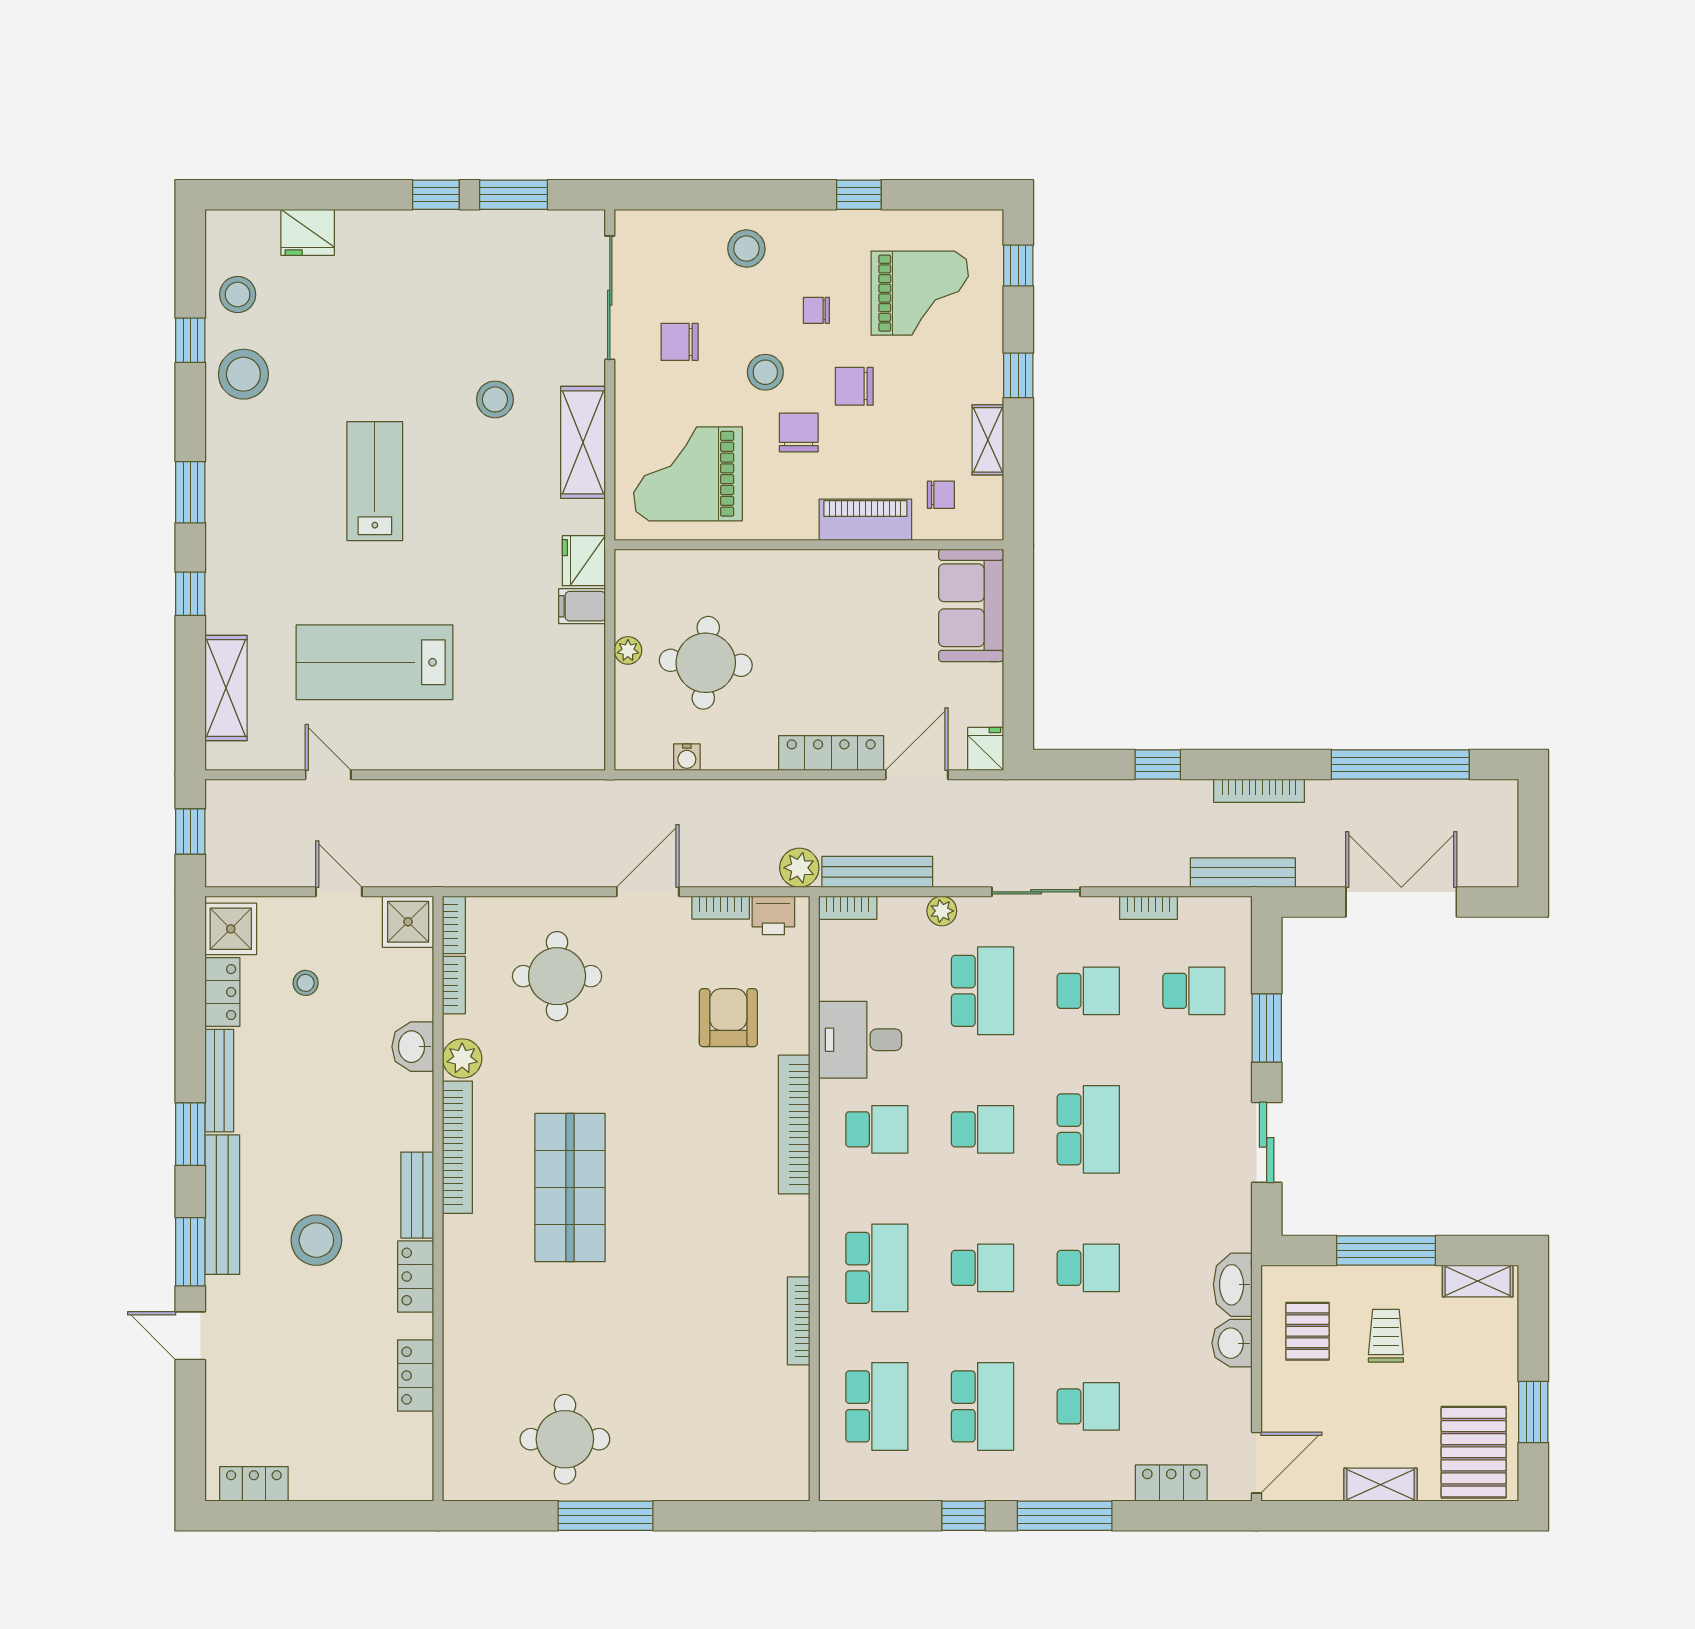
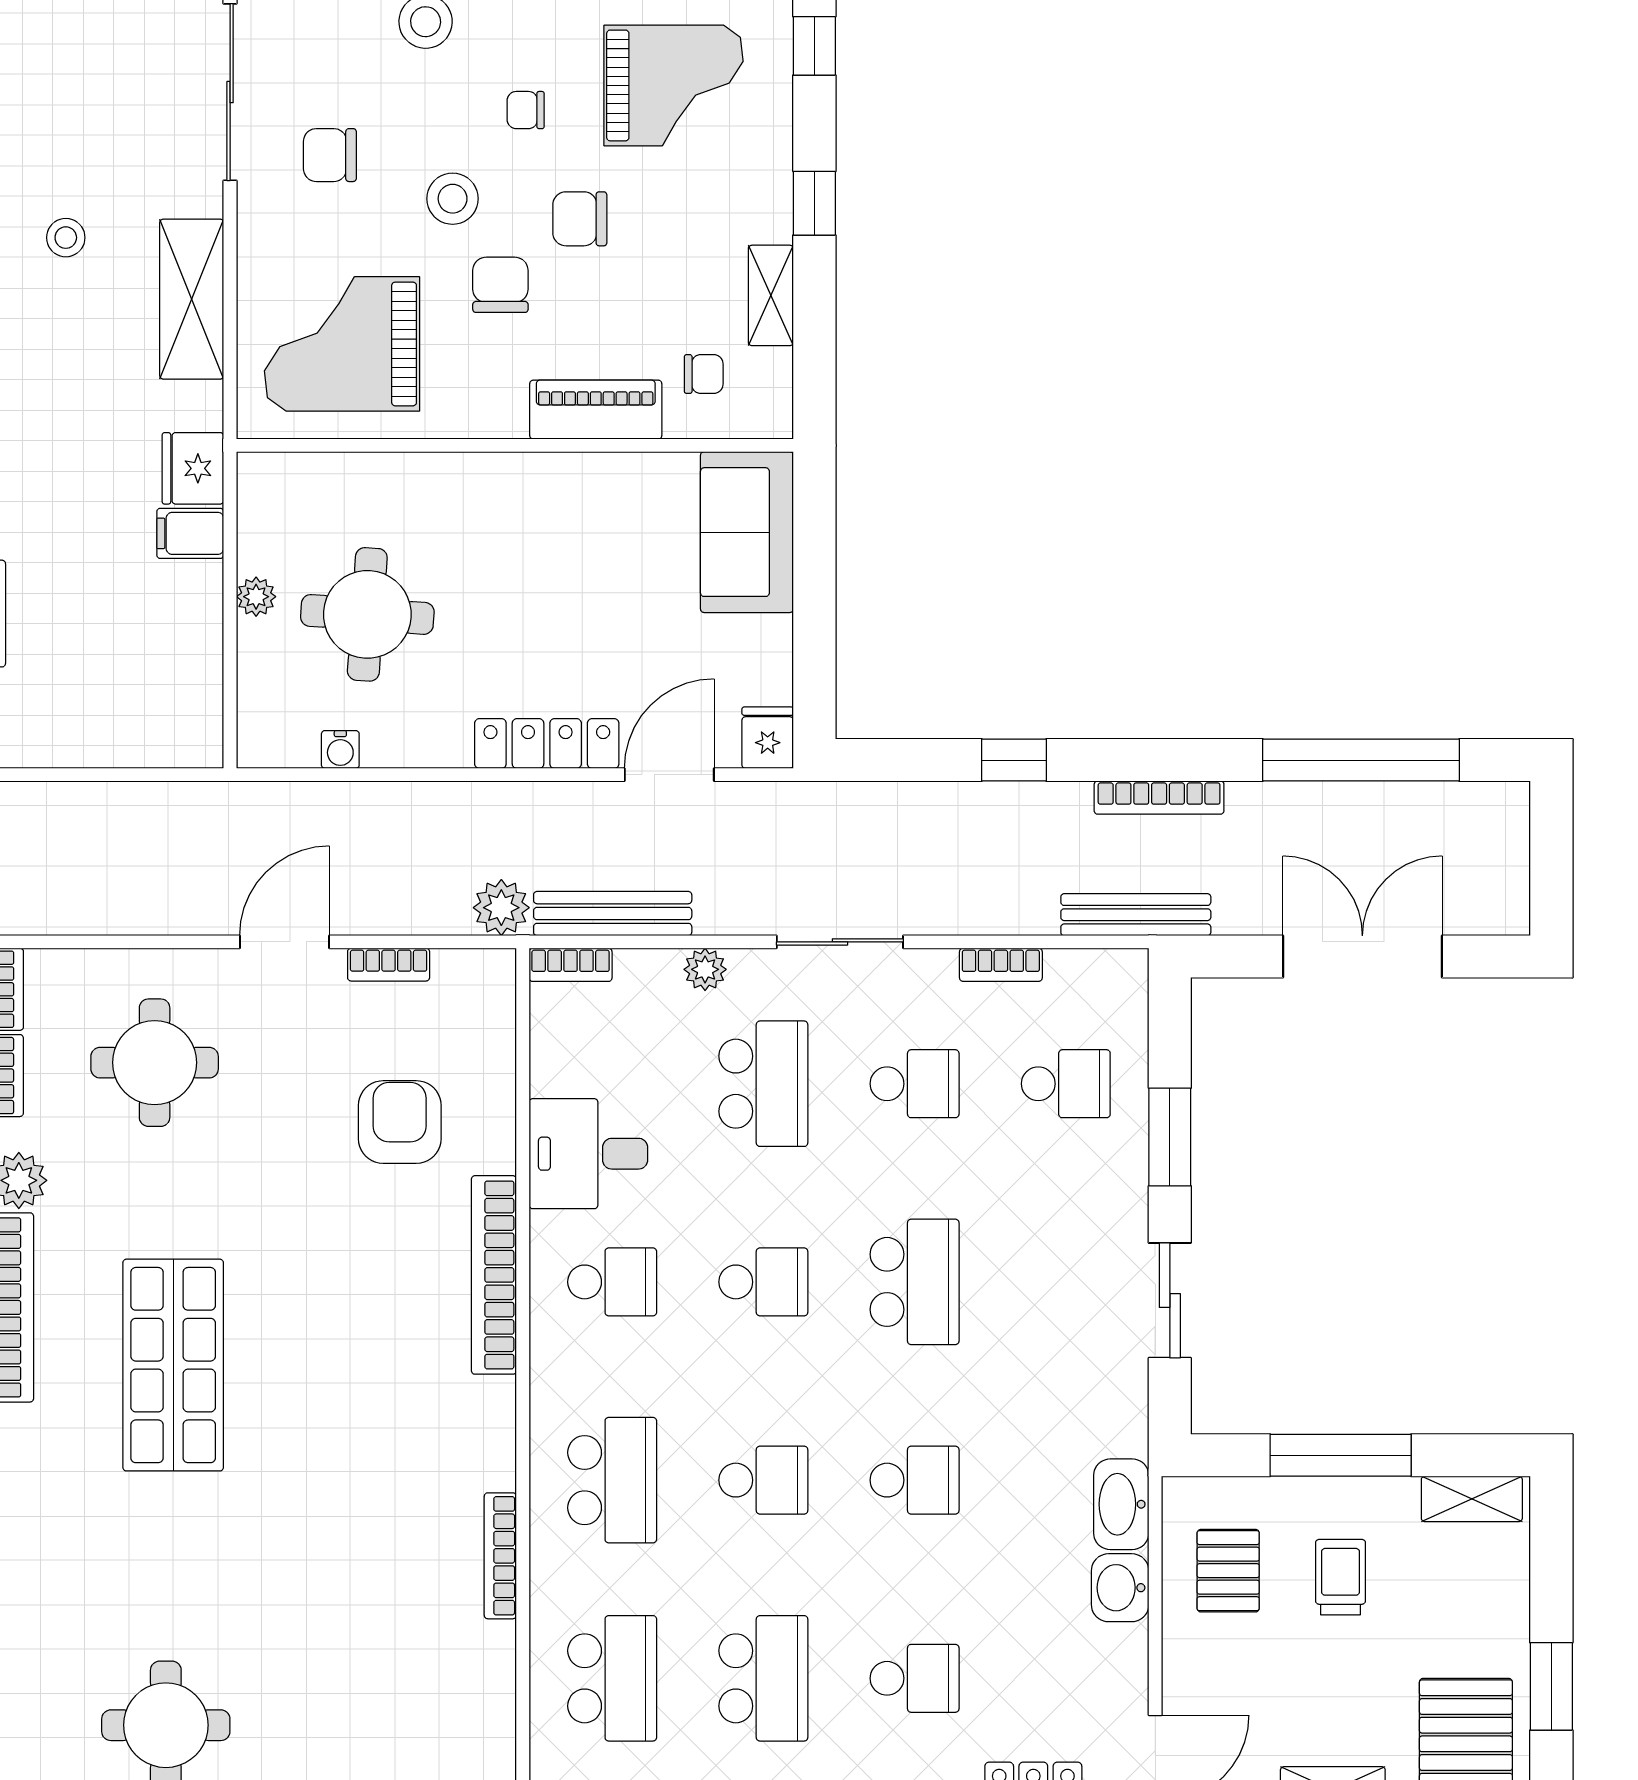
stool: (495, 399) -> (66, 238), width x0.73, depth x0.73
printer: (773, 915) -> (464, 976), removed

